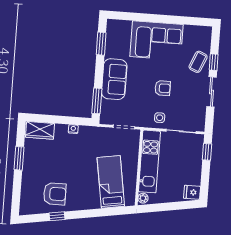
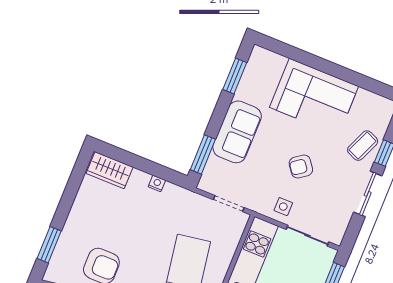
armchair: (163, 88) -> (301, 166), turned 144
window: (19, 158) -> (49, 245), moved

